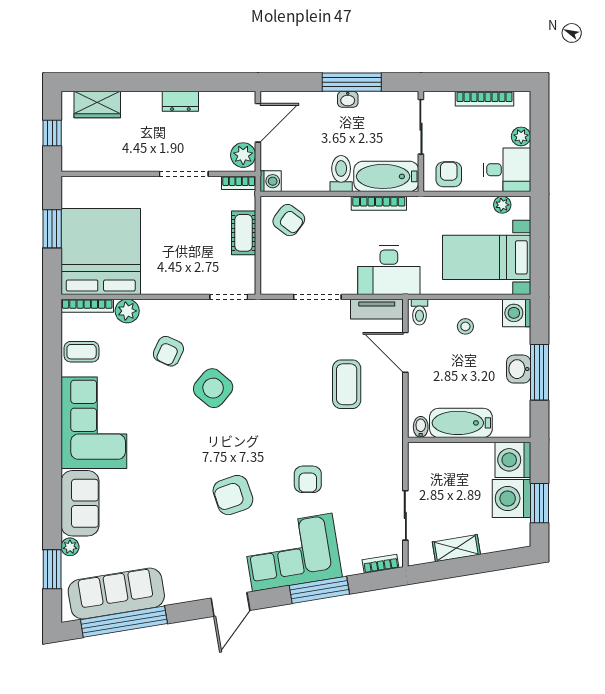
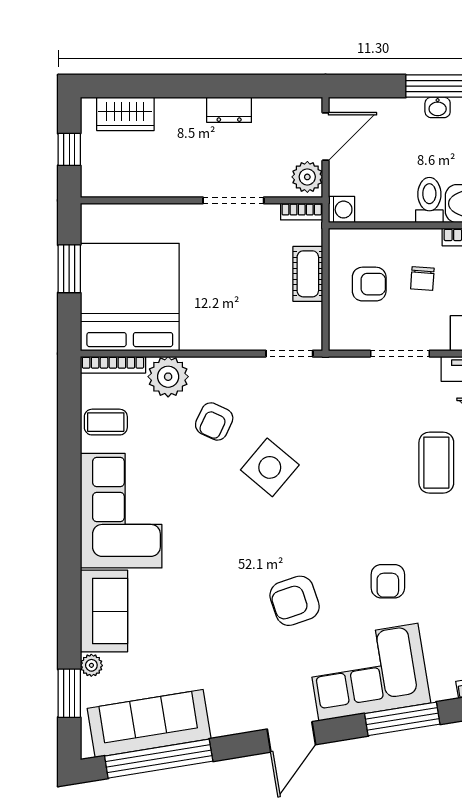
armchair: (289, 220) -> (369, 284), moved, turned -37
chair: (335, 237) -> (422, 279), added
plant: (127, 311) -> (168, 377), width x1.36, depth x1.36

